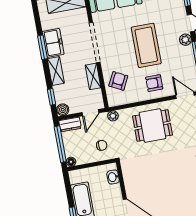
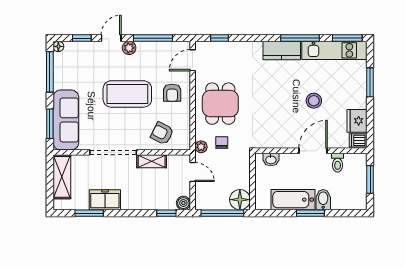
window: (42, 47) -> (89, 213), moved
shelving: (56, 71) -> (138, 203), removed
dresser: (70, 124) -> (202, 198), removed
chair: (102, 145) -> (222, 143), moved
floor lamp: (71, 162) -> (240, 200), width x1.89, depth x1.89
stool: (169, 204) -> (314, 101), added

